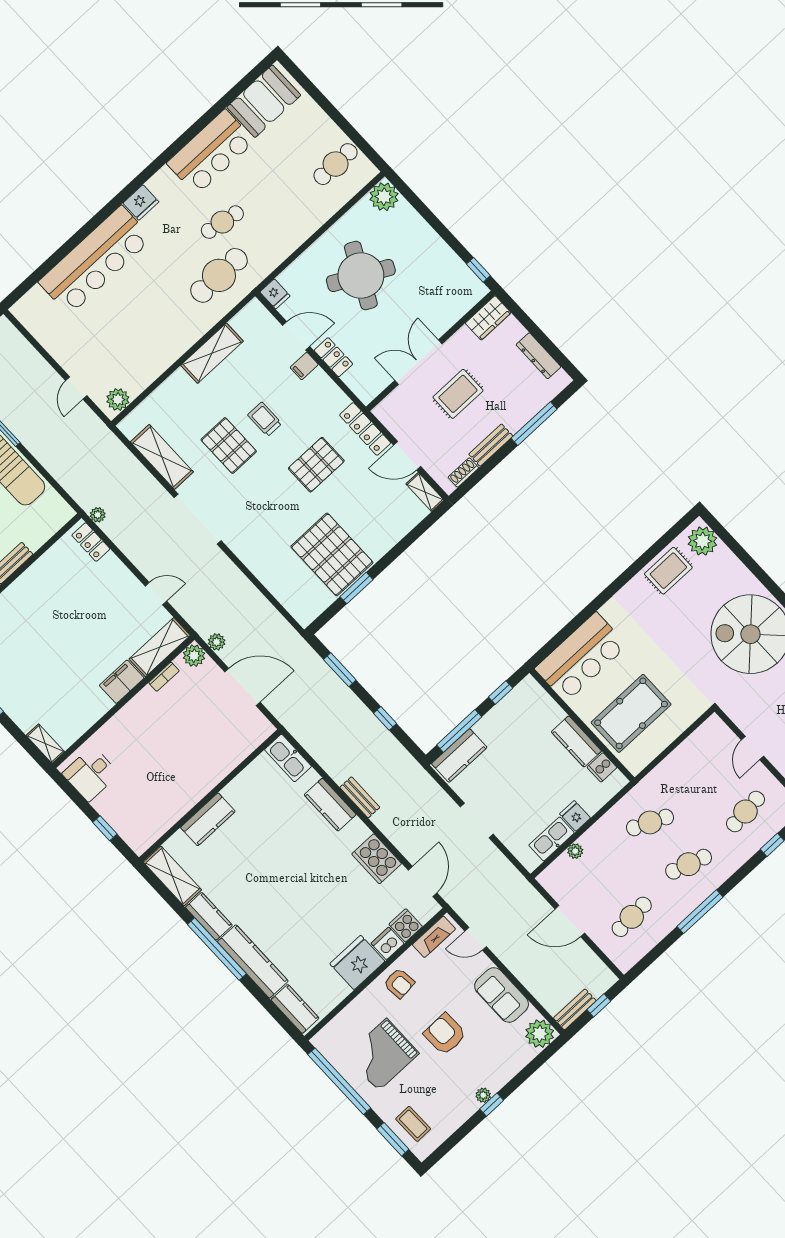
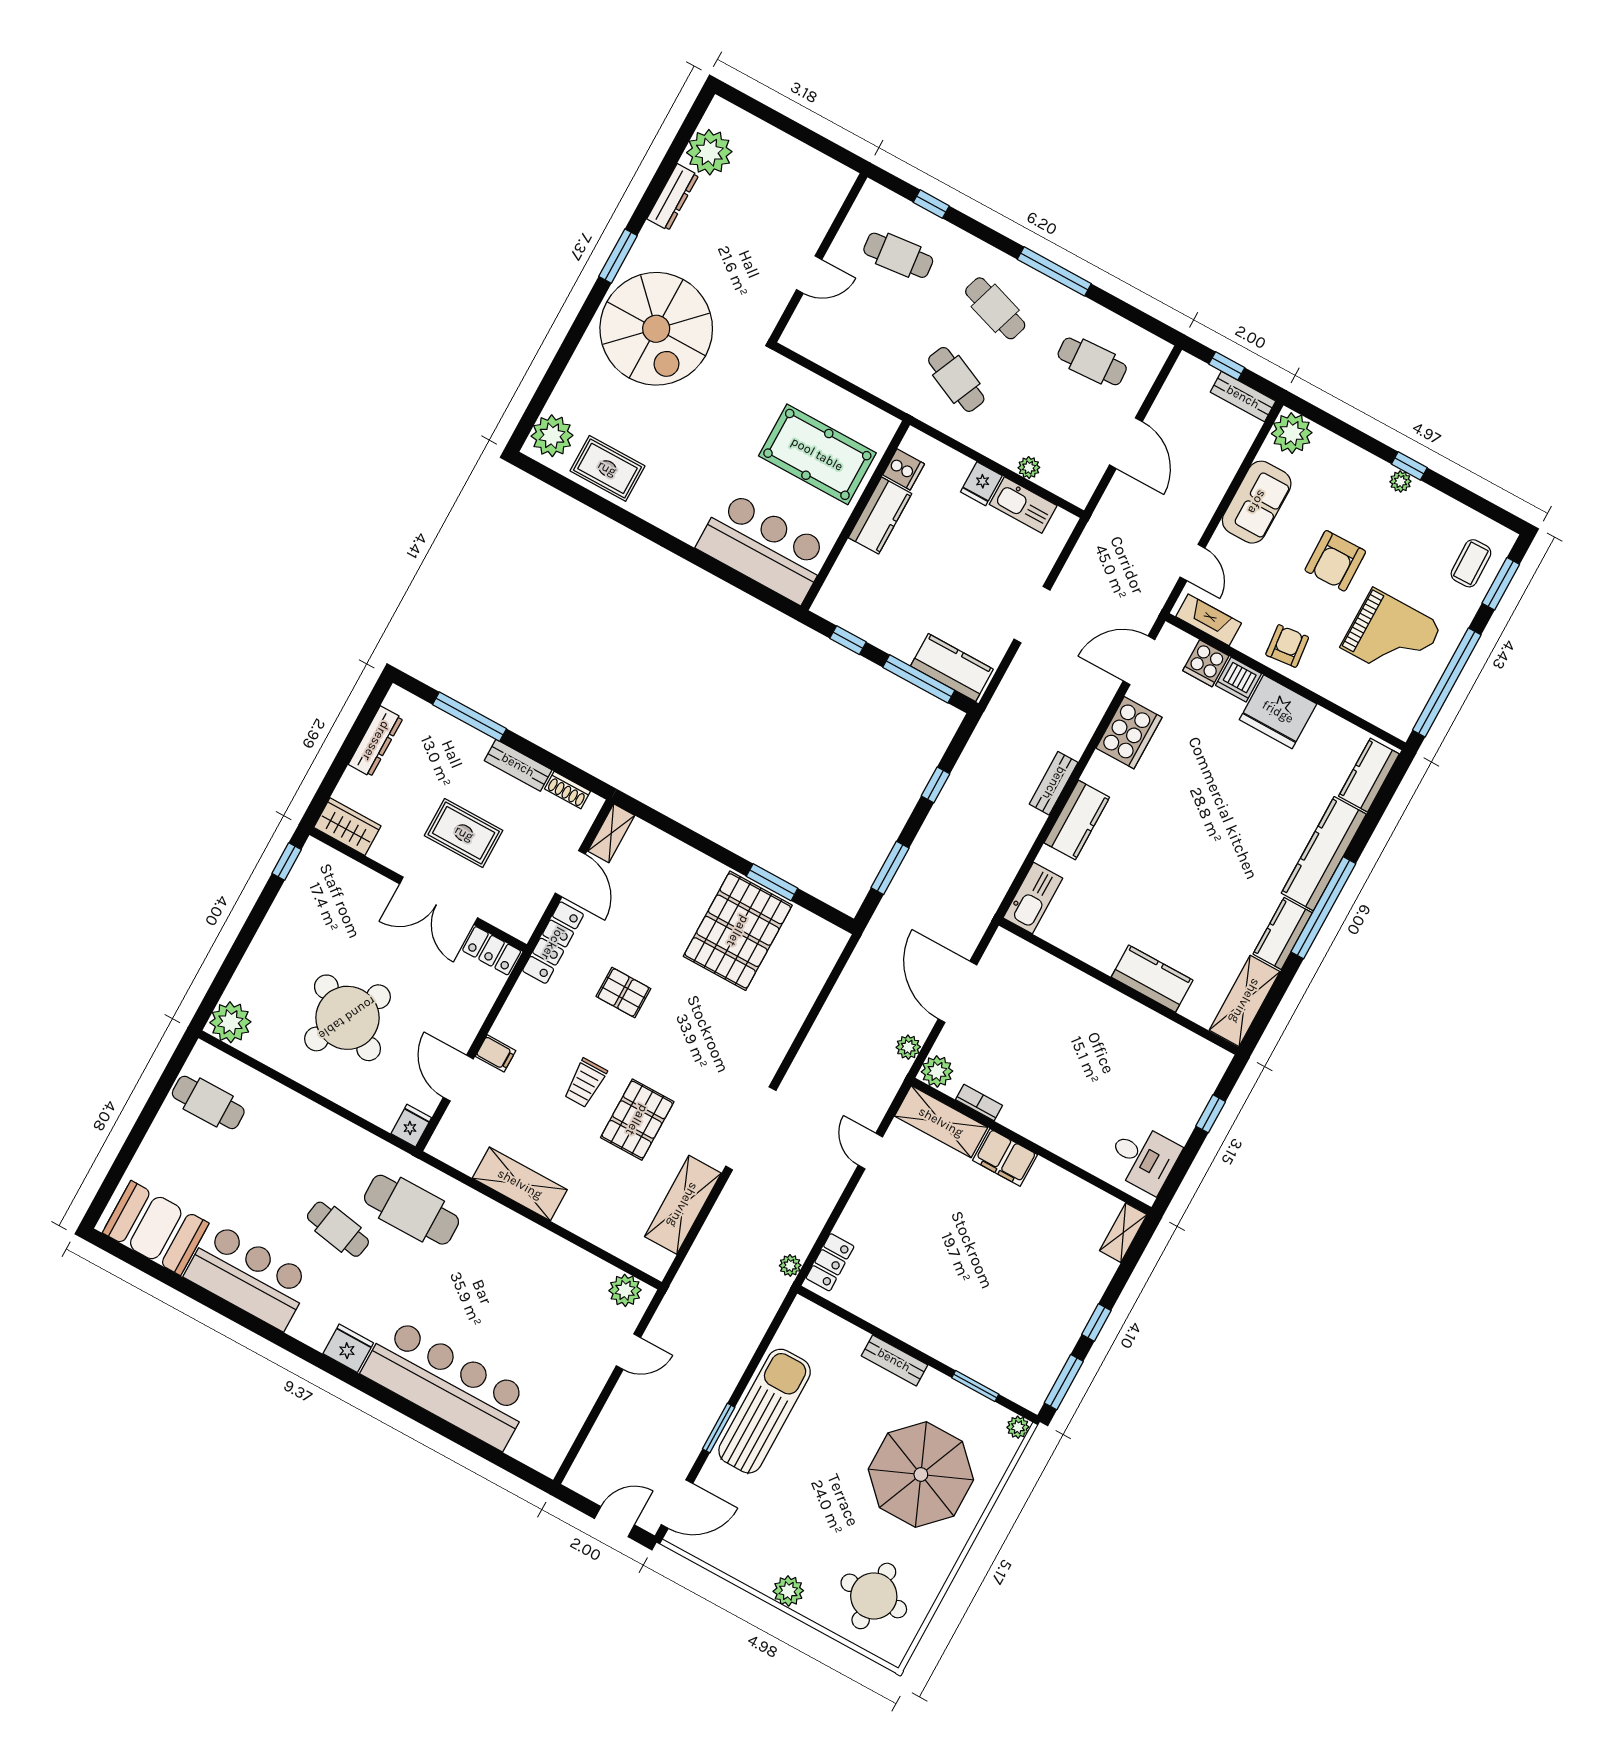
locker: (333, 357) -> (492, 951), moved, turned -90
pallet: (316, 465) -> (623, 993), width x0.67, depth x0.71

